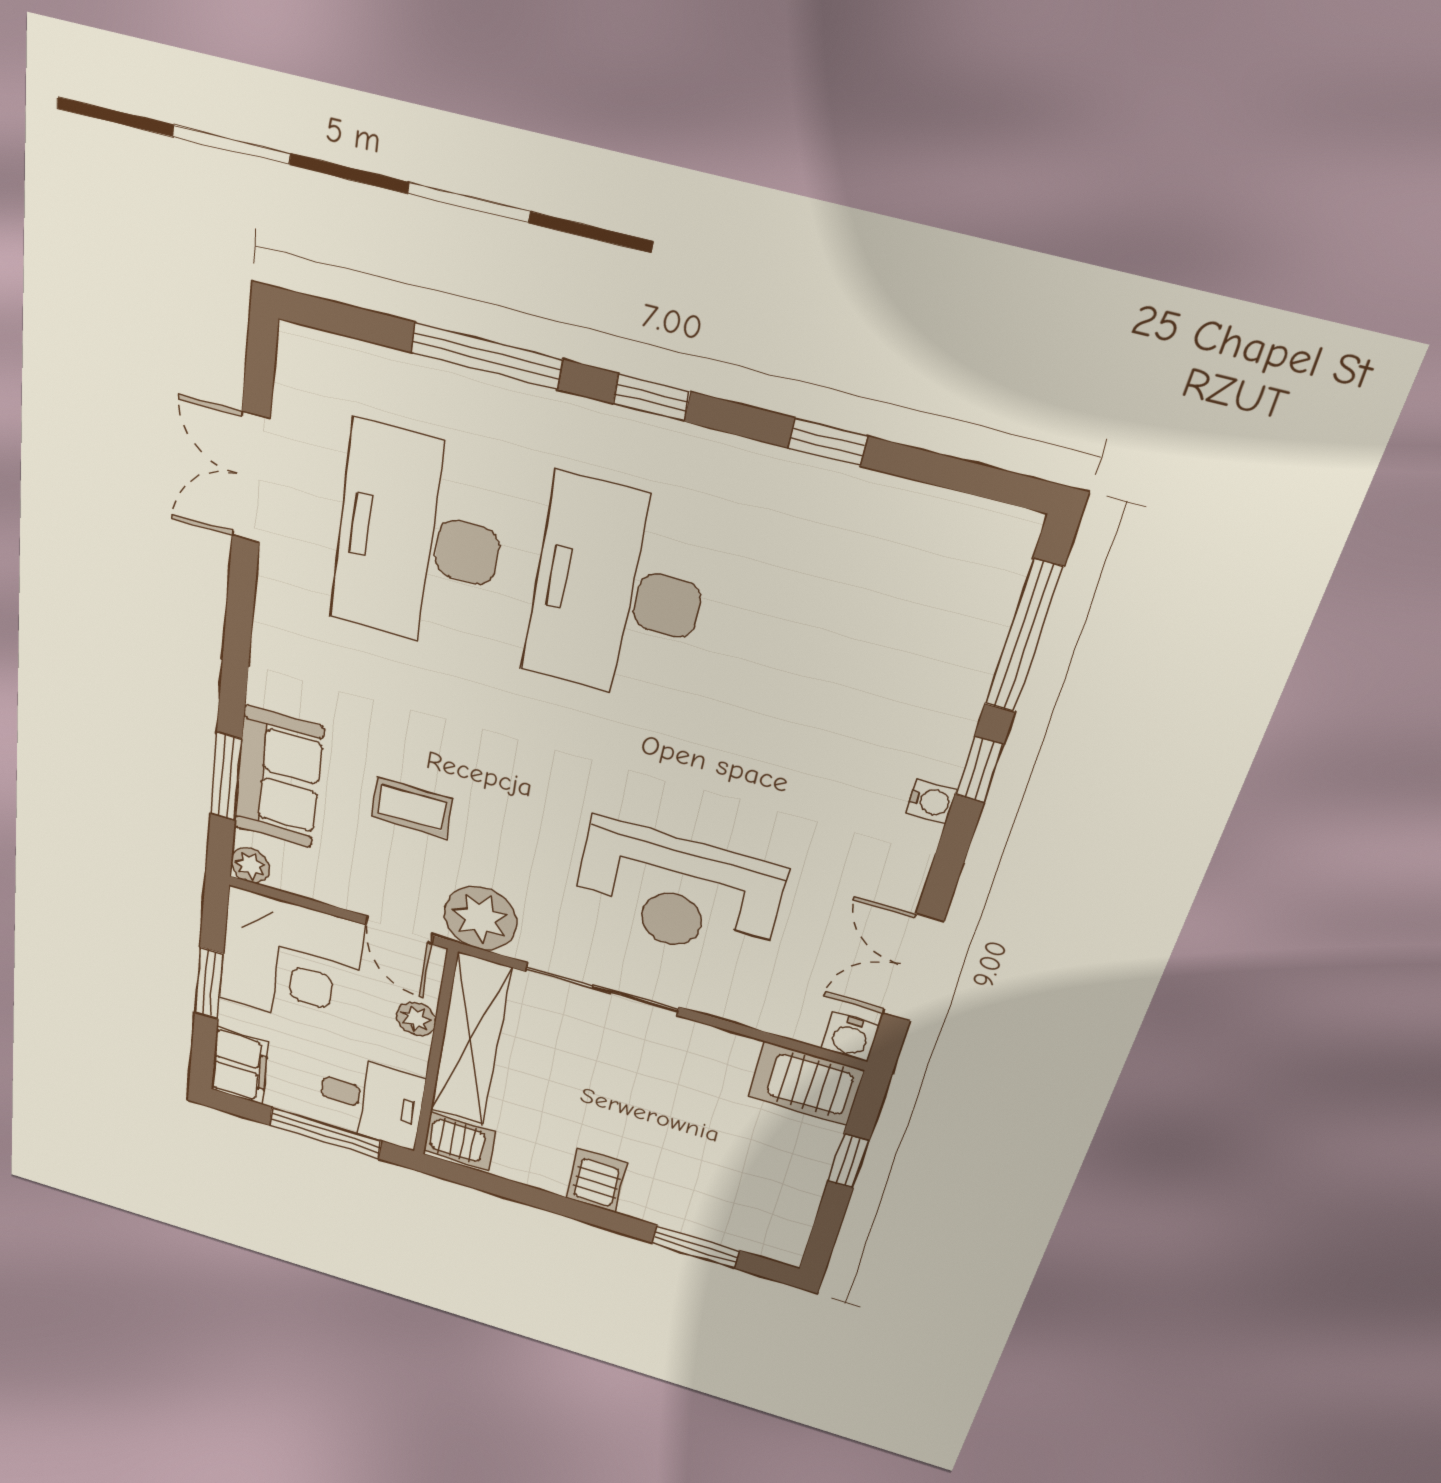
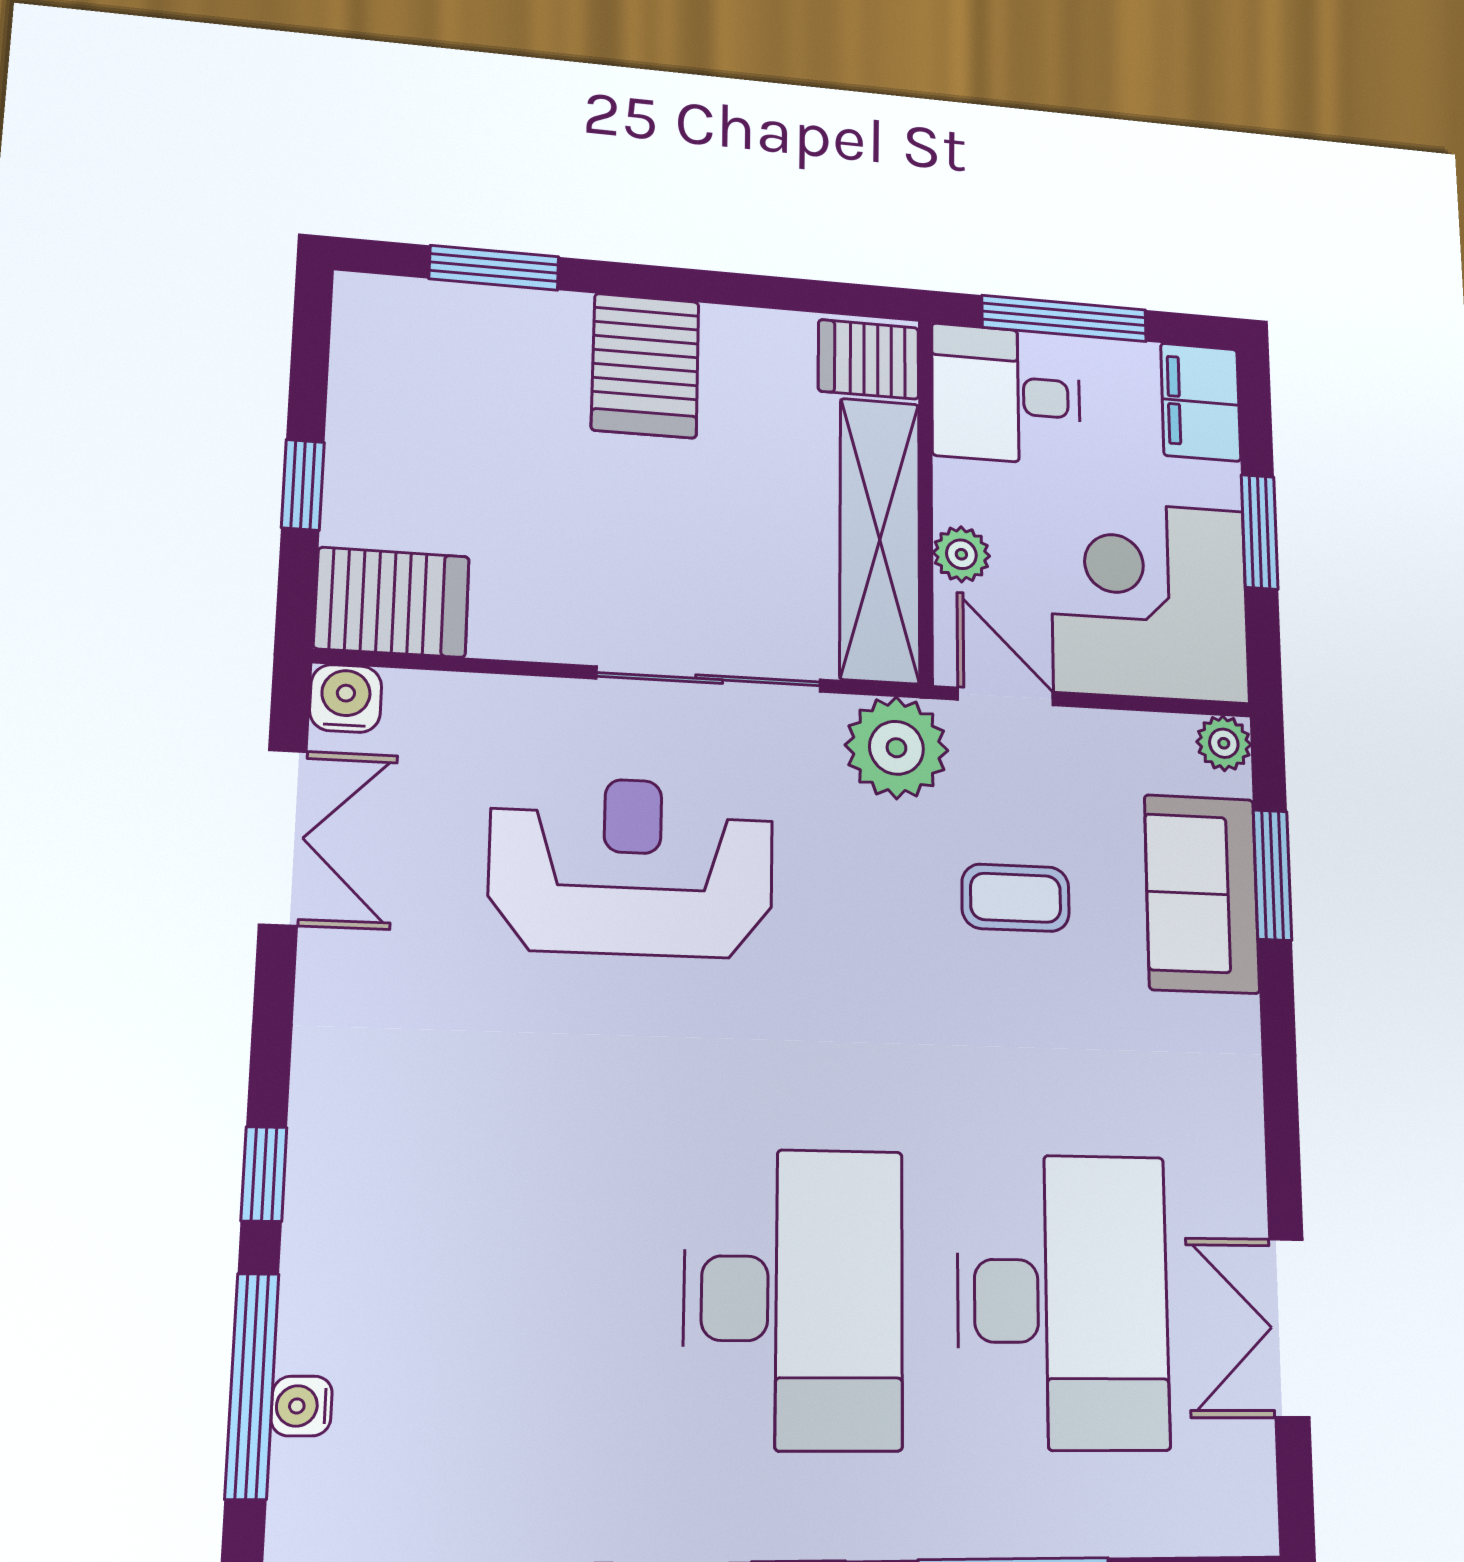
double door: (251, 478) -> (1289, 1328), swing flipped
water cooler: (931, 802) -> (302, 1406), moved
server rack: (597, 1181) -> (645, 366), width x1.36, depth x1.44

